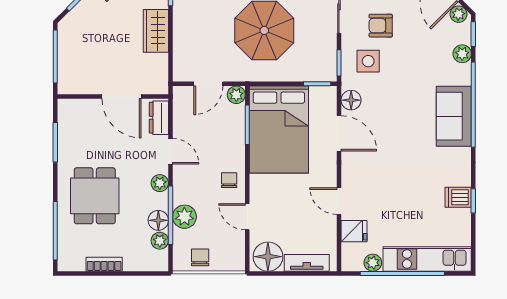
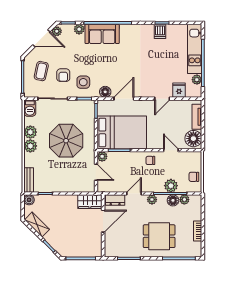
wardrobe: (156, 31) -> (90, 202), moved
sofa: (454, 116) -> (102, 34), moved
door: (247, 217) -> (171, 150), swing flipped

